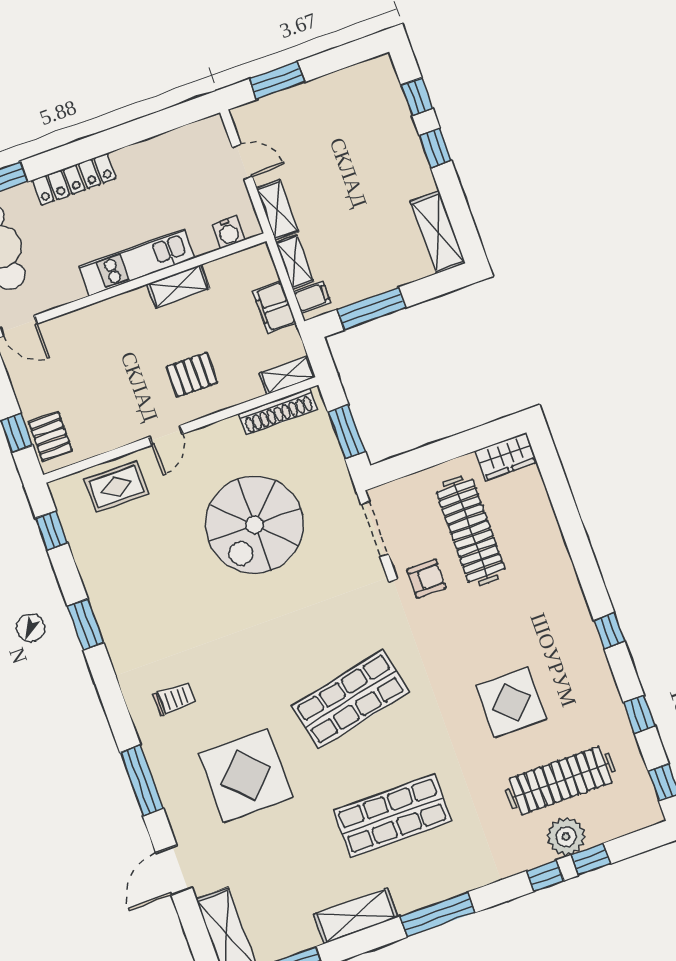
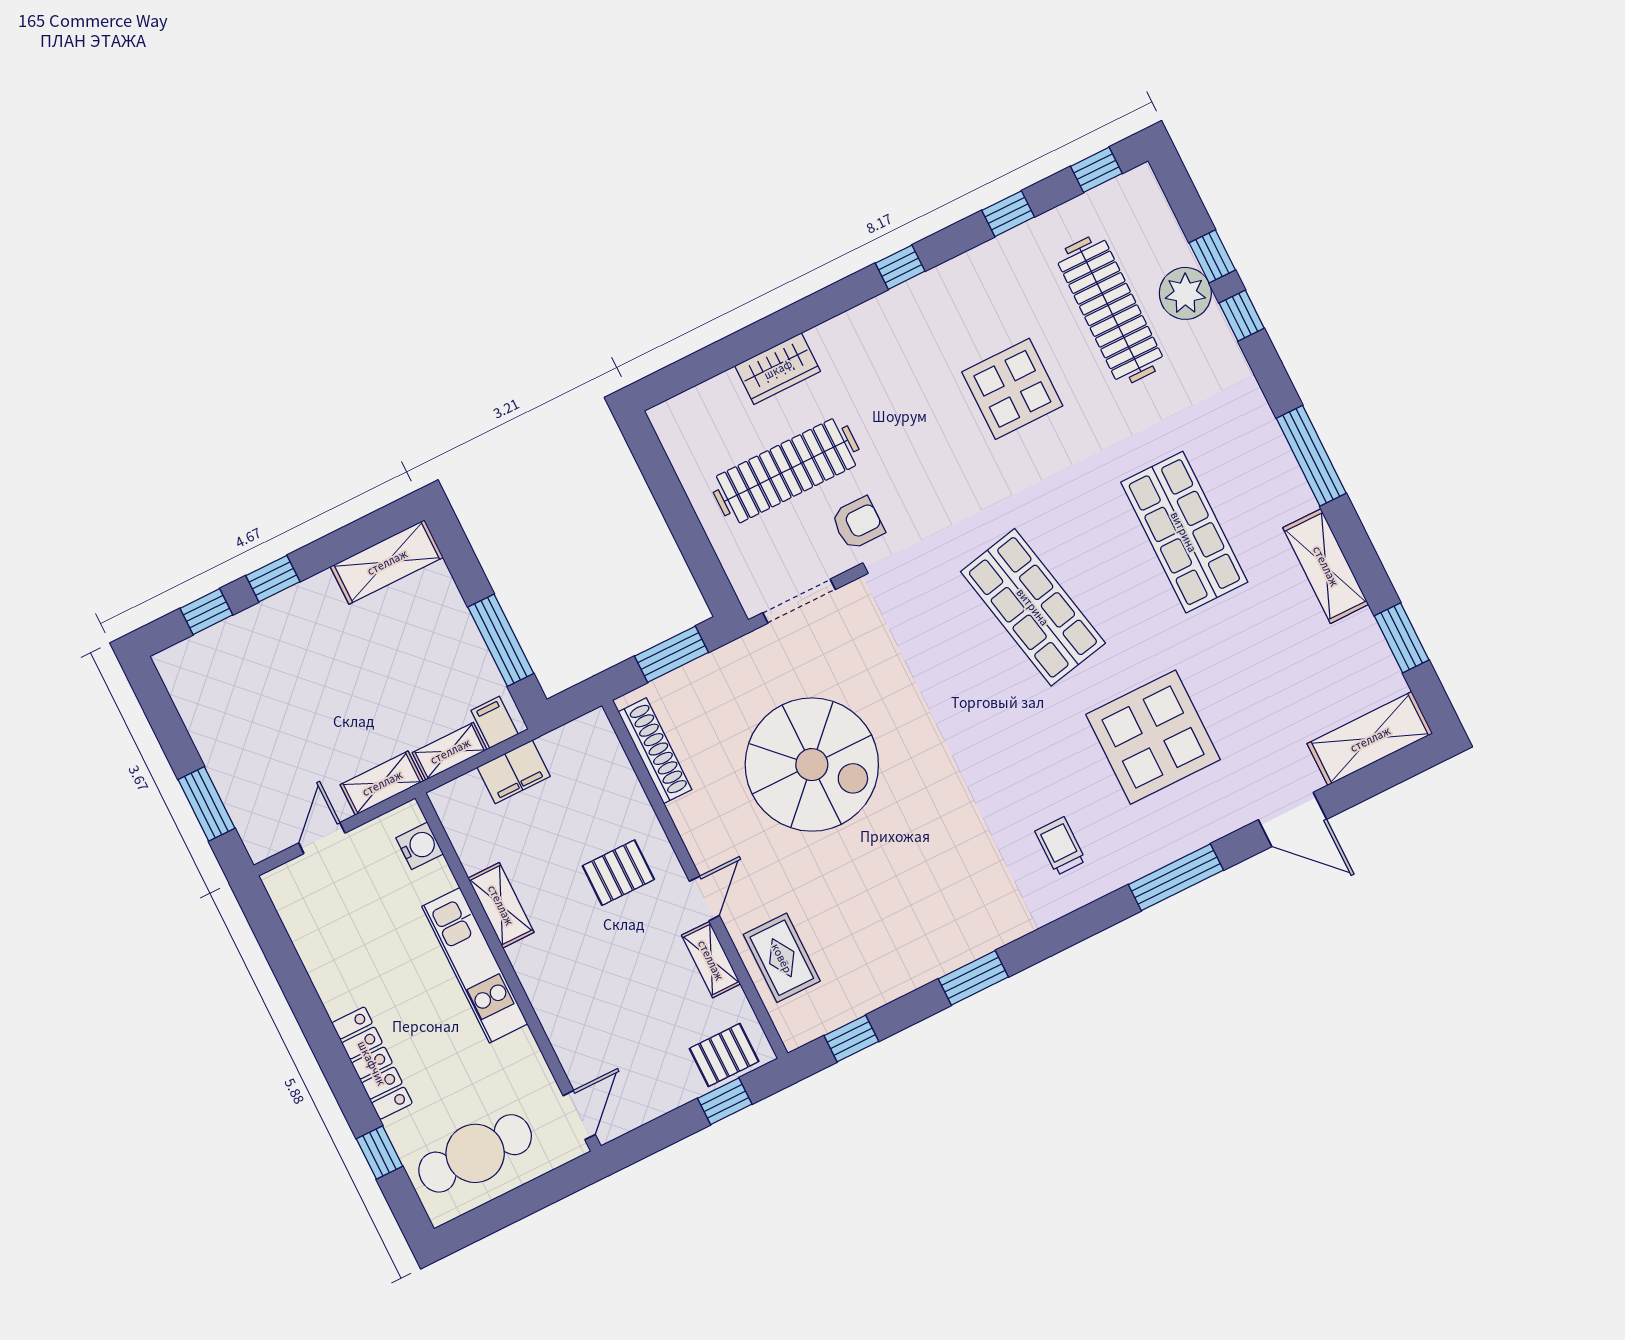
pallet: (192, 375) -> (618, 873), turned 90
shelving: (288, 375) -> (711, 960), moved
door: (166, 435) -> (704, 898), hinge flipped
wardrobe: (506, 457) -> (778, 369), moved, turned 90
armchair: (426, 579) -> (858, 523), turned 90

